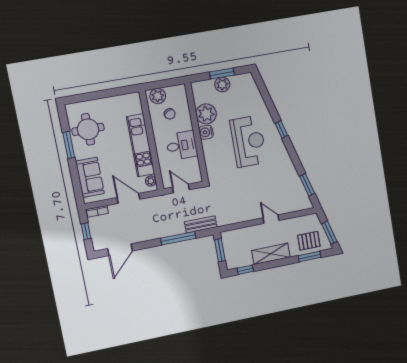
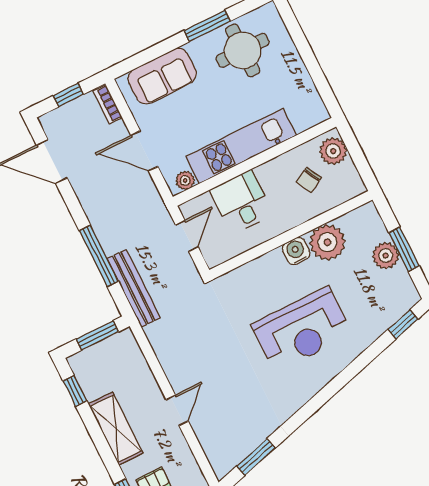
window: (281, 129) -> (403, 324), moved
desk: (182, 146) -> (241, 202), moved, turned 180
door: (128, 198) -> (144, 151), swing flipped
bench: (201, 224) -> (134, 288), width x1.36

